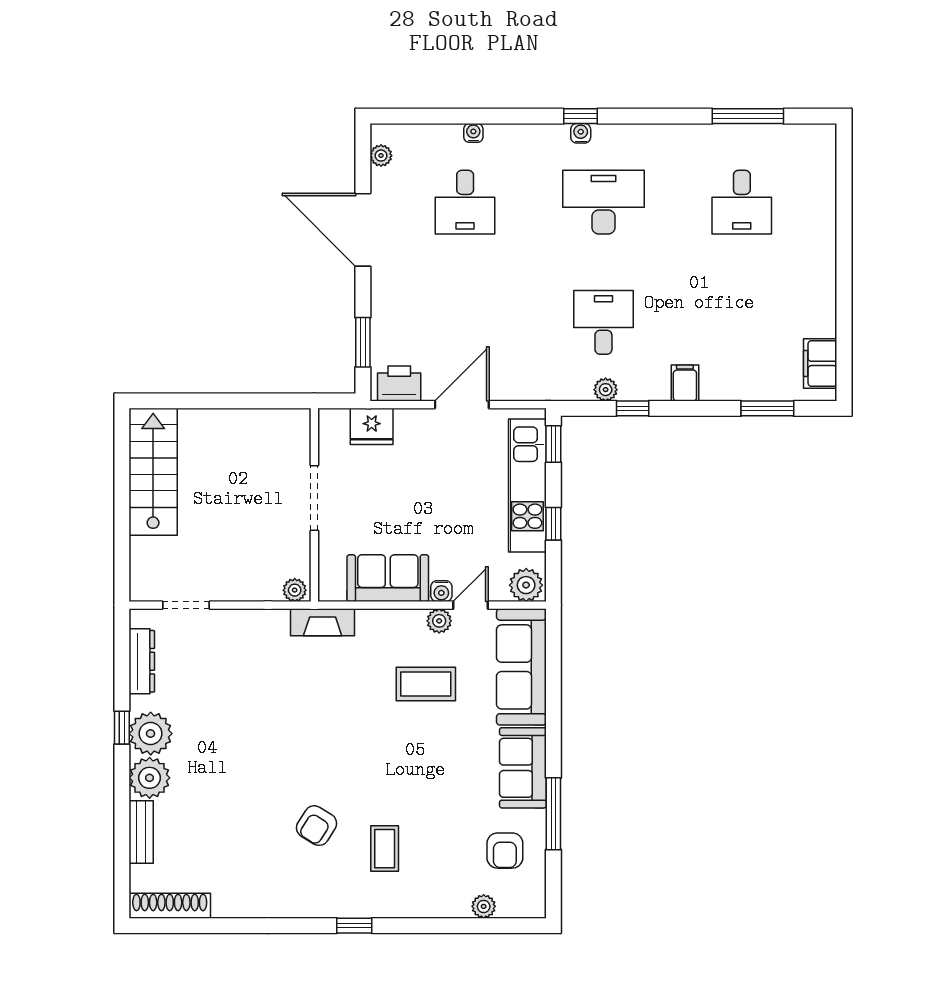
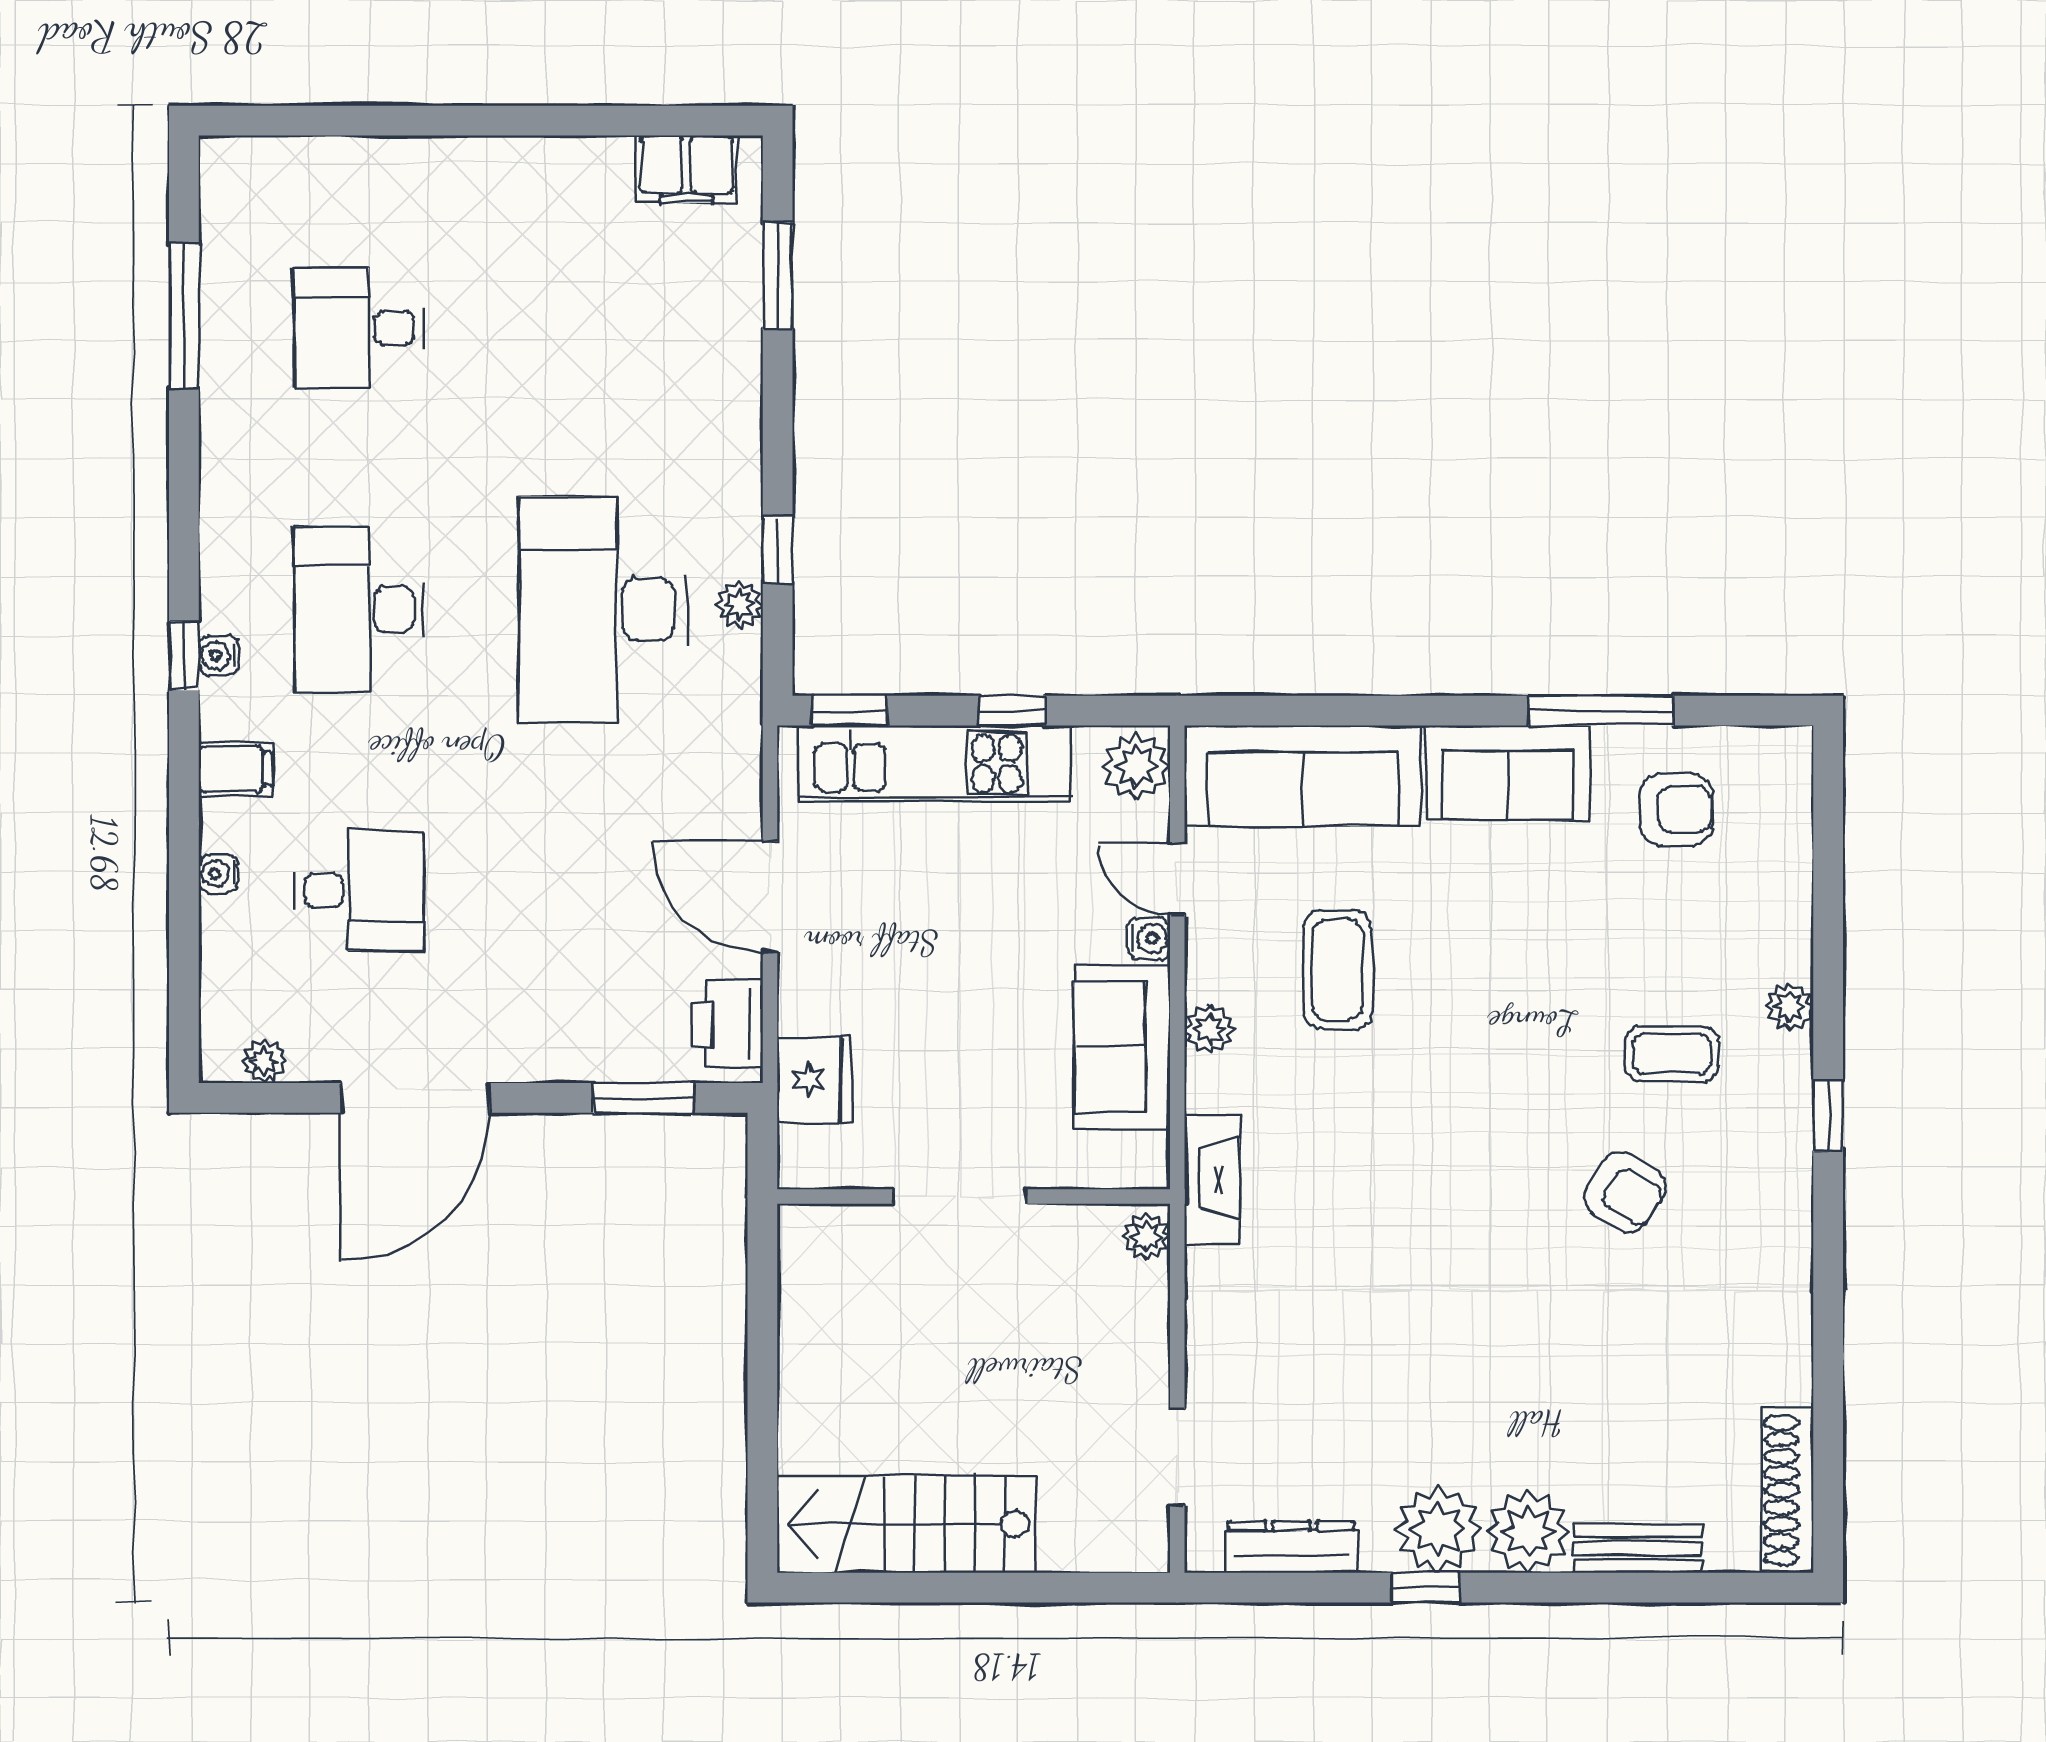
desk: (742, 202) -> (359, 328), turned 180
desk: (603, 322) -> (603, 609), width x1.87, depth x1.30
filing cabinet: (685, 383) -> (236, 769), moved, turned 180
plant: (439, 621) -> (1209, 1030), moved
plant: (484, 906) -> (1789, 1007), moved

